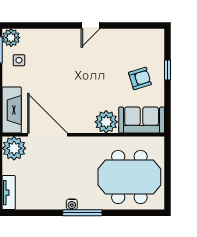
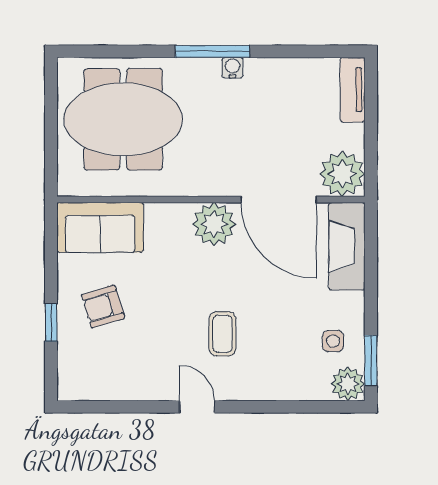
door: (90, 26) -> (197, 407), hinge flipped
coffee table: (77, 64) -> (222, 334), added
plant: (106, 122) -> (214, 224), moved

